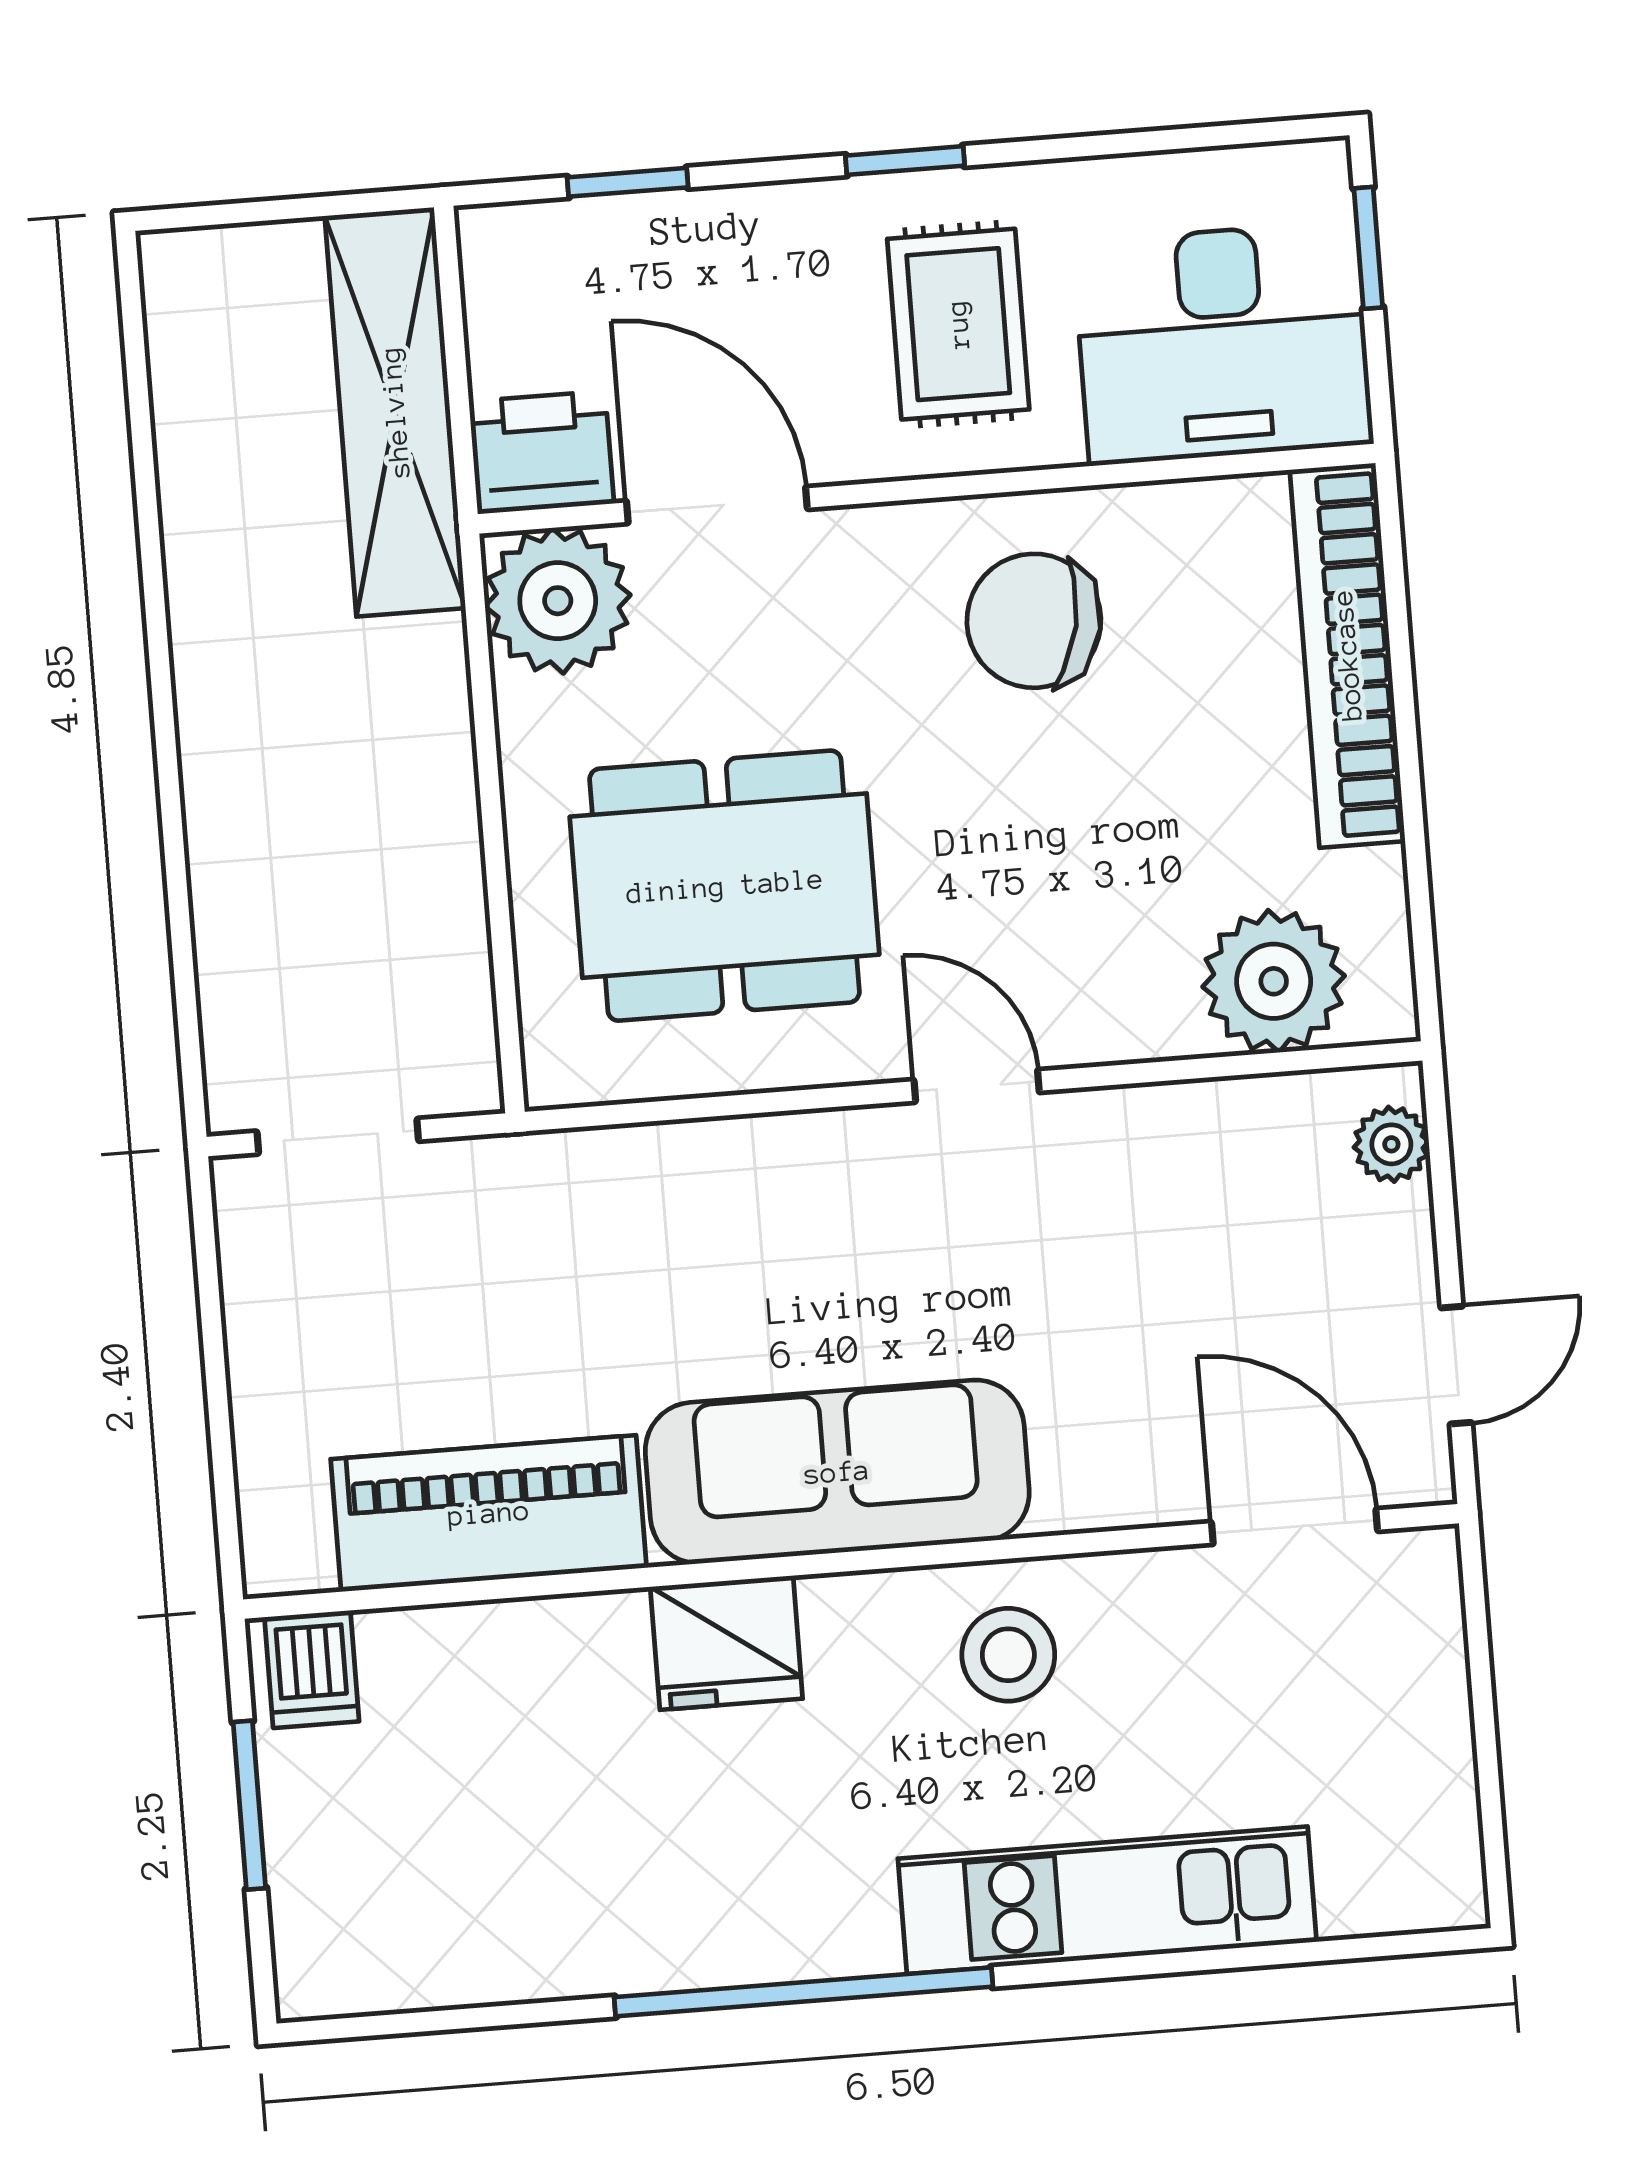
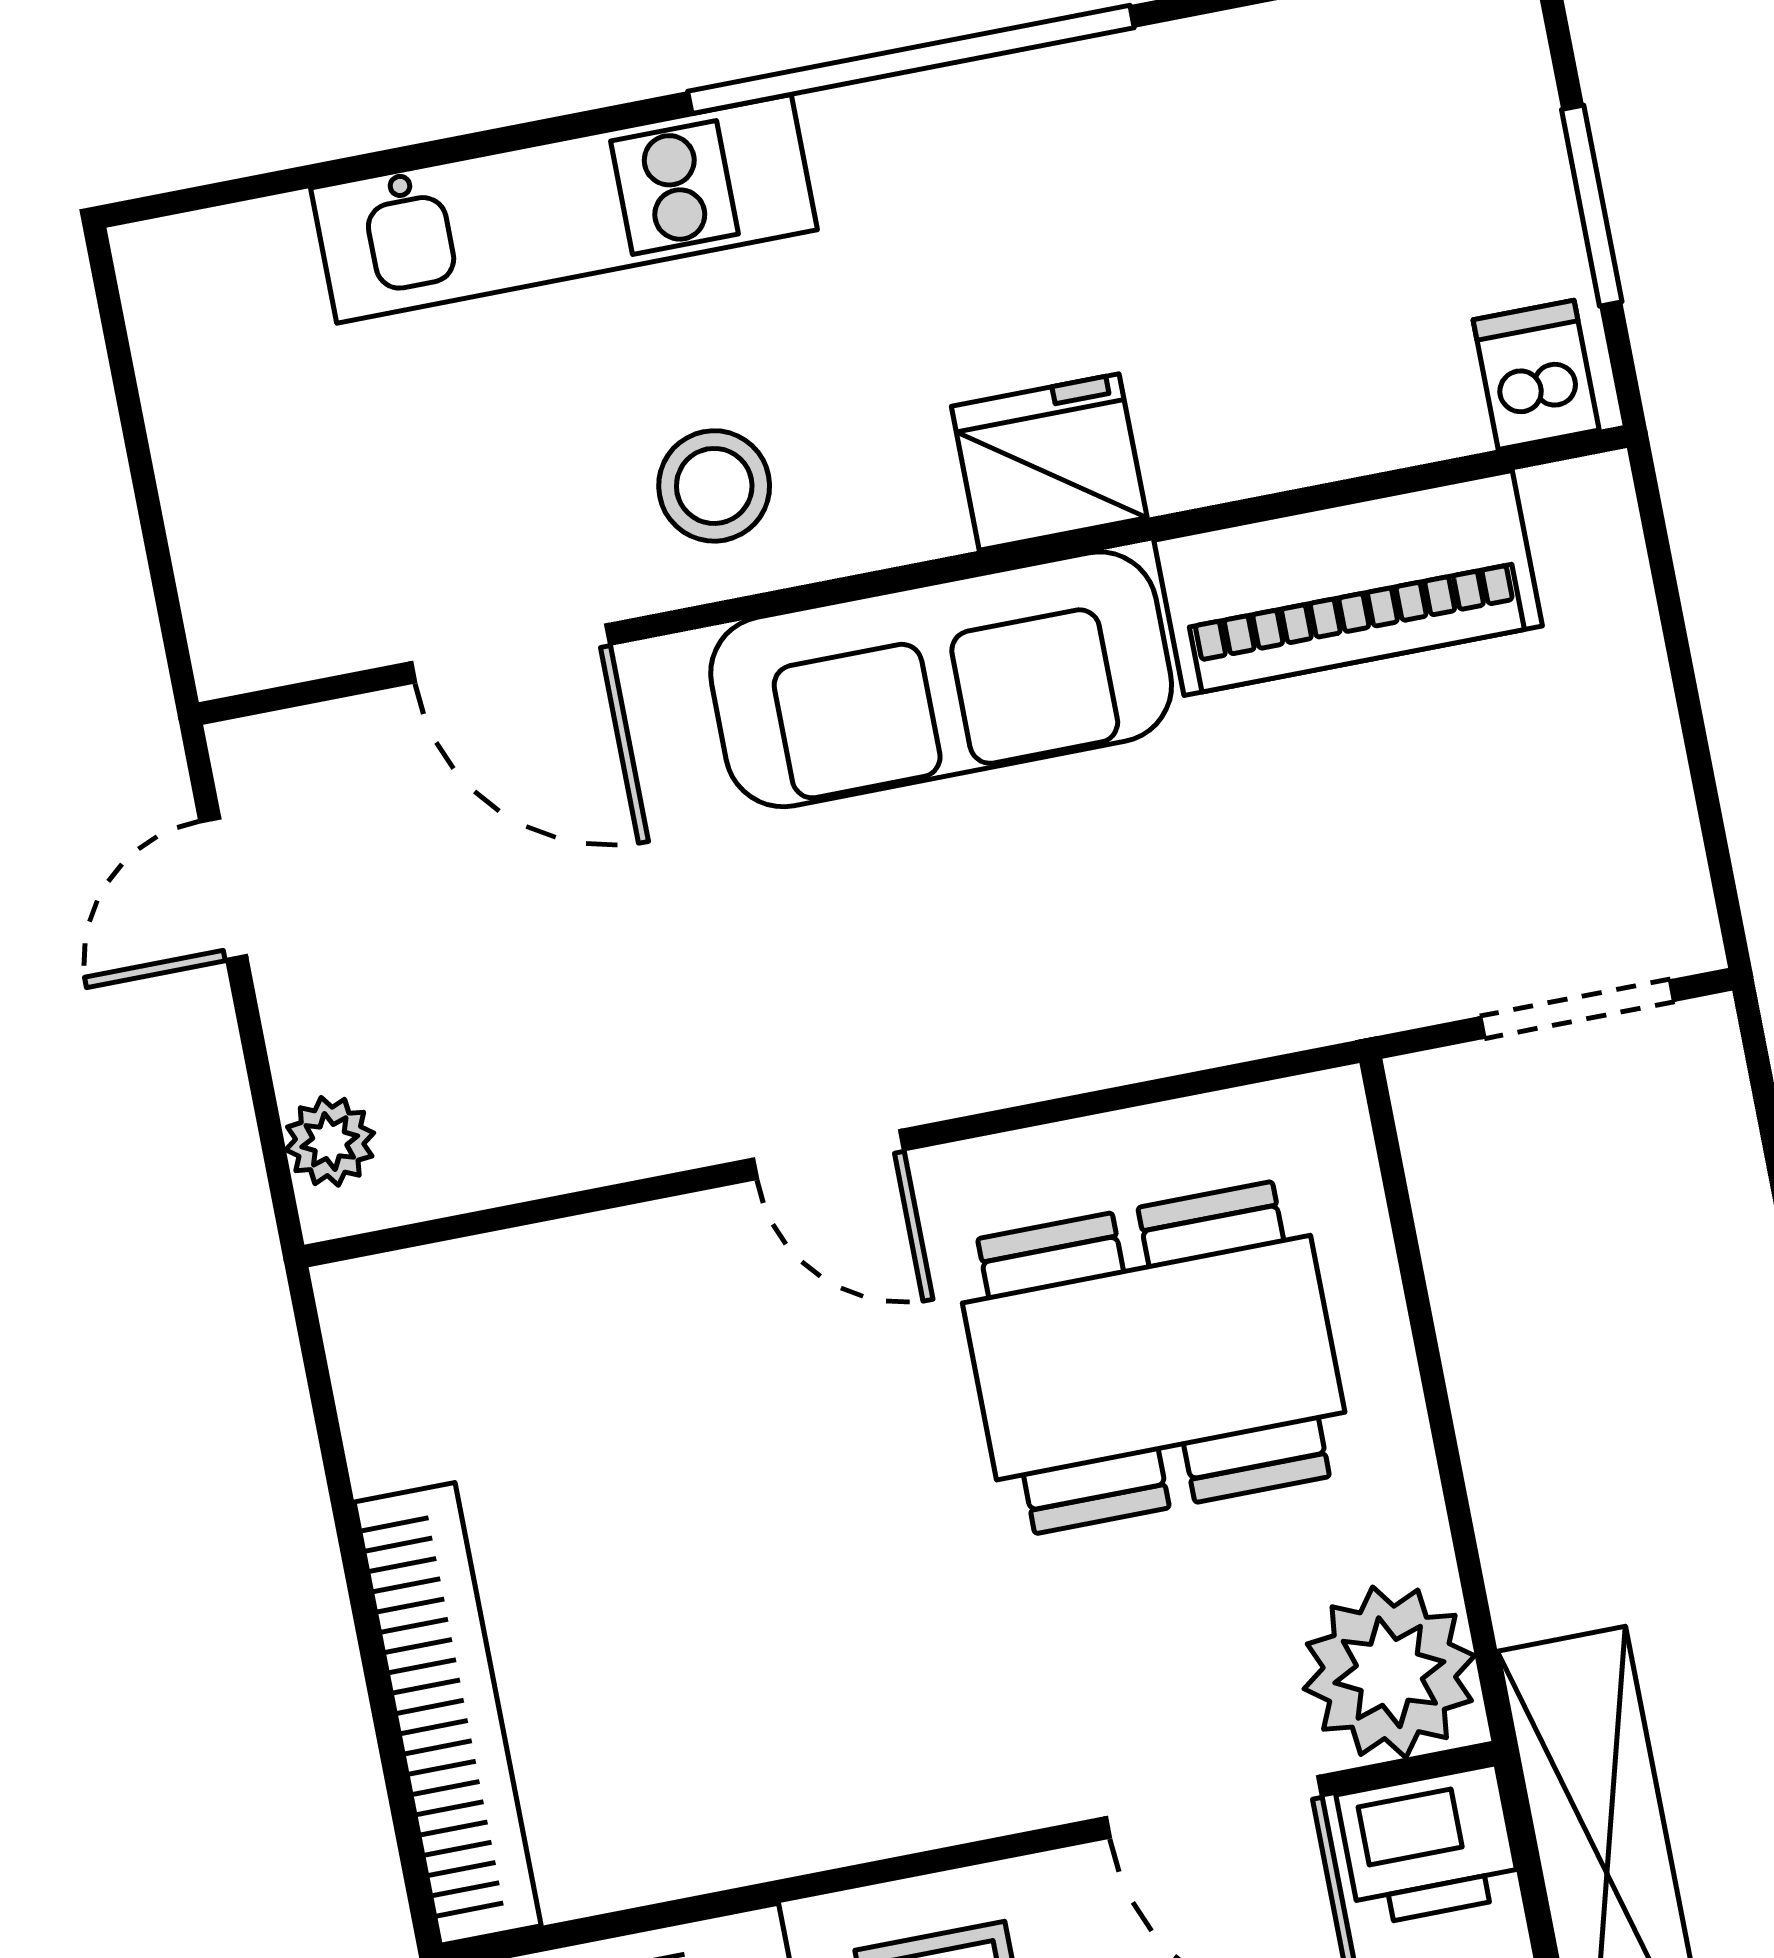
chair: (1034, 621) -> (823, 1713), removed
plant: (1274, 981) -> (491, 1318), removed
door: (1295, 1526) -> (511, 653), moved

